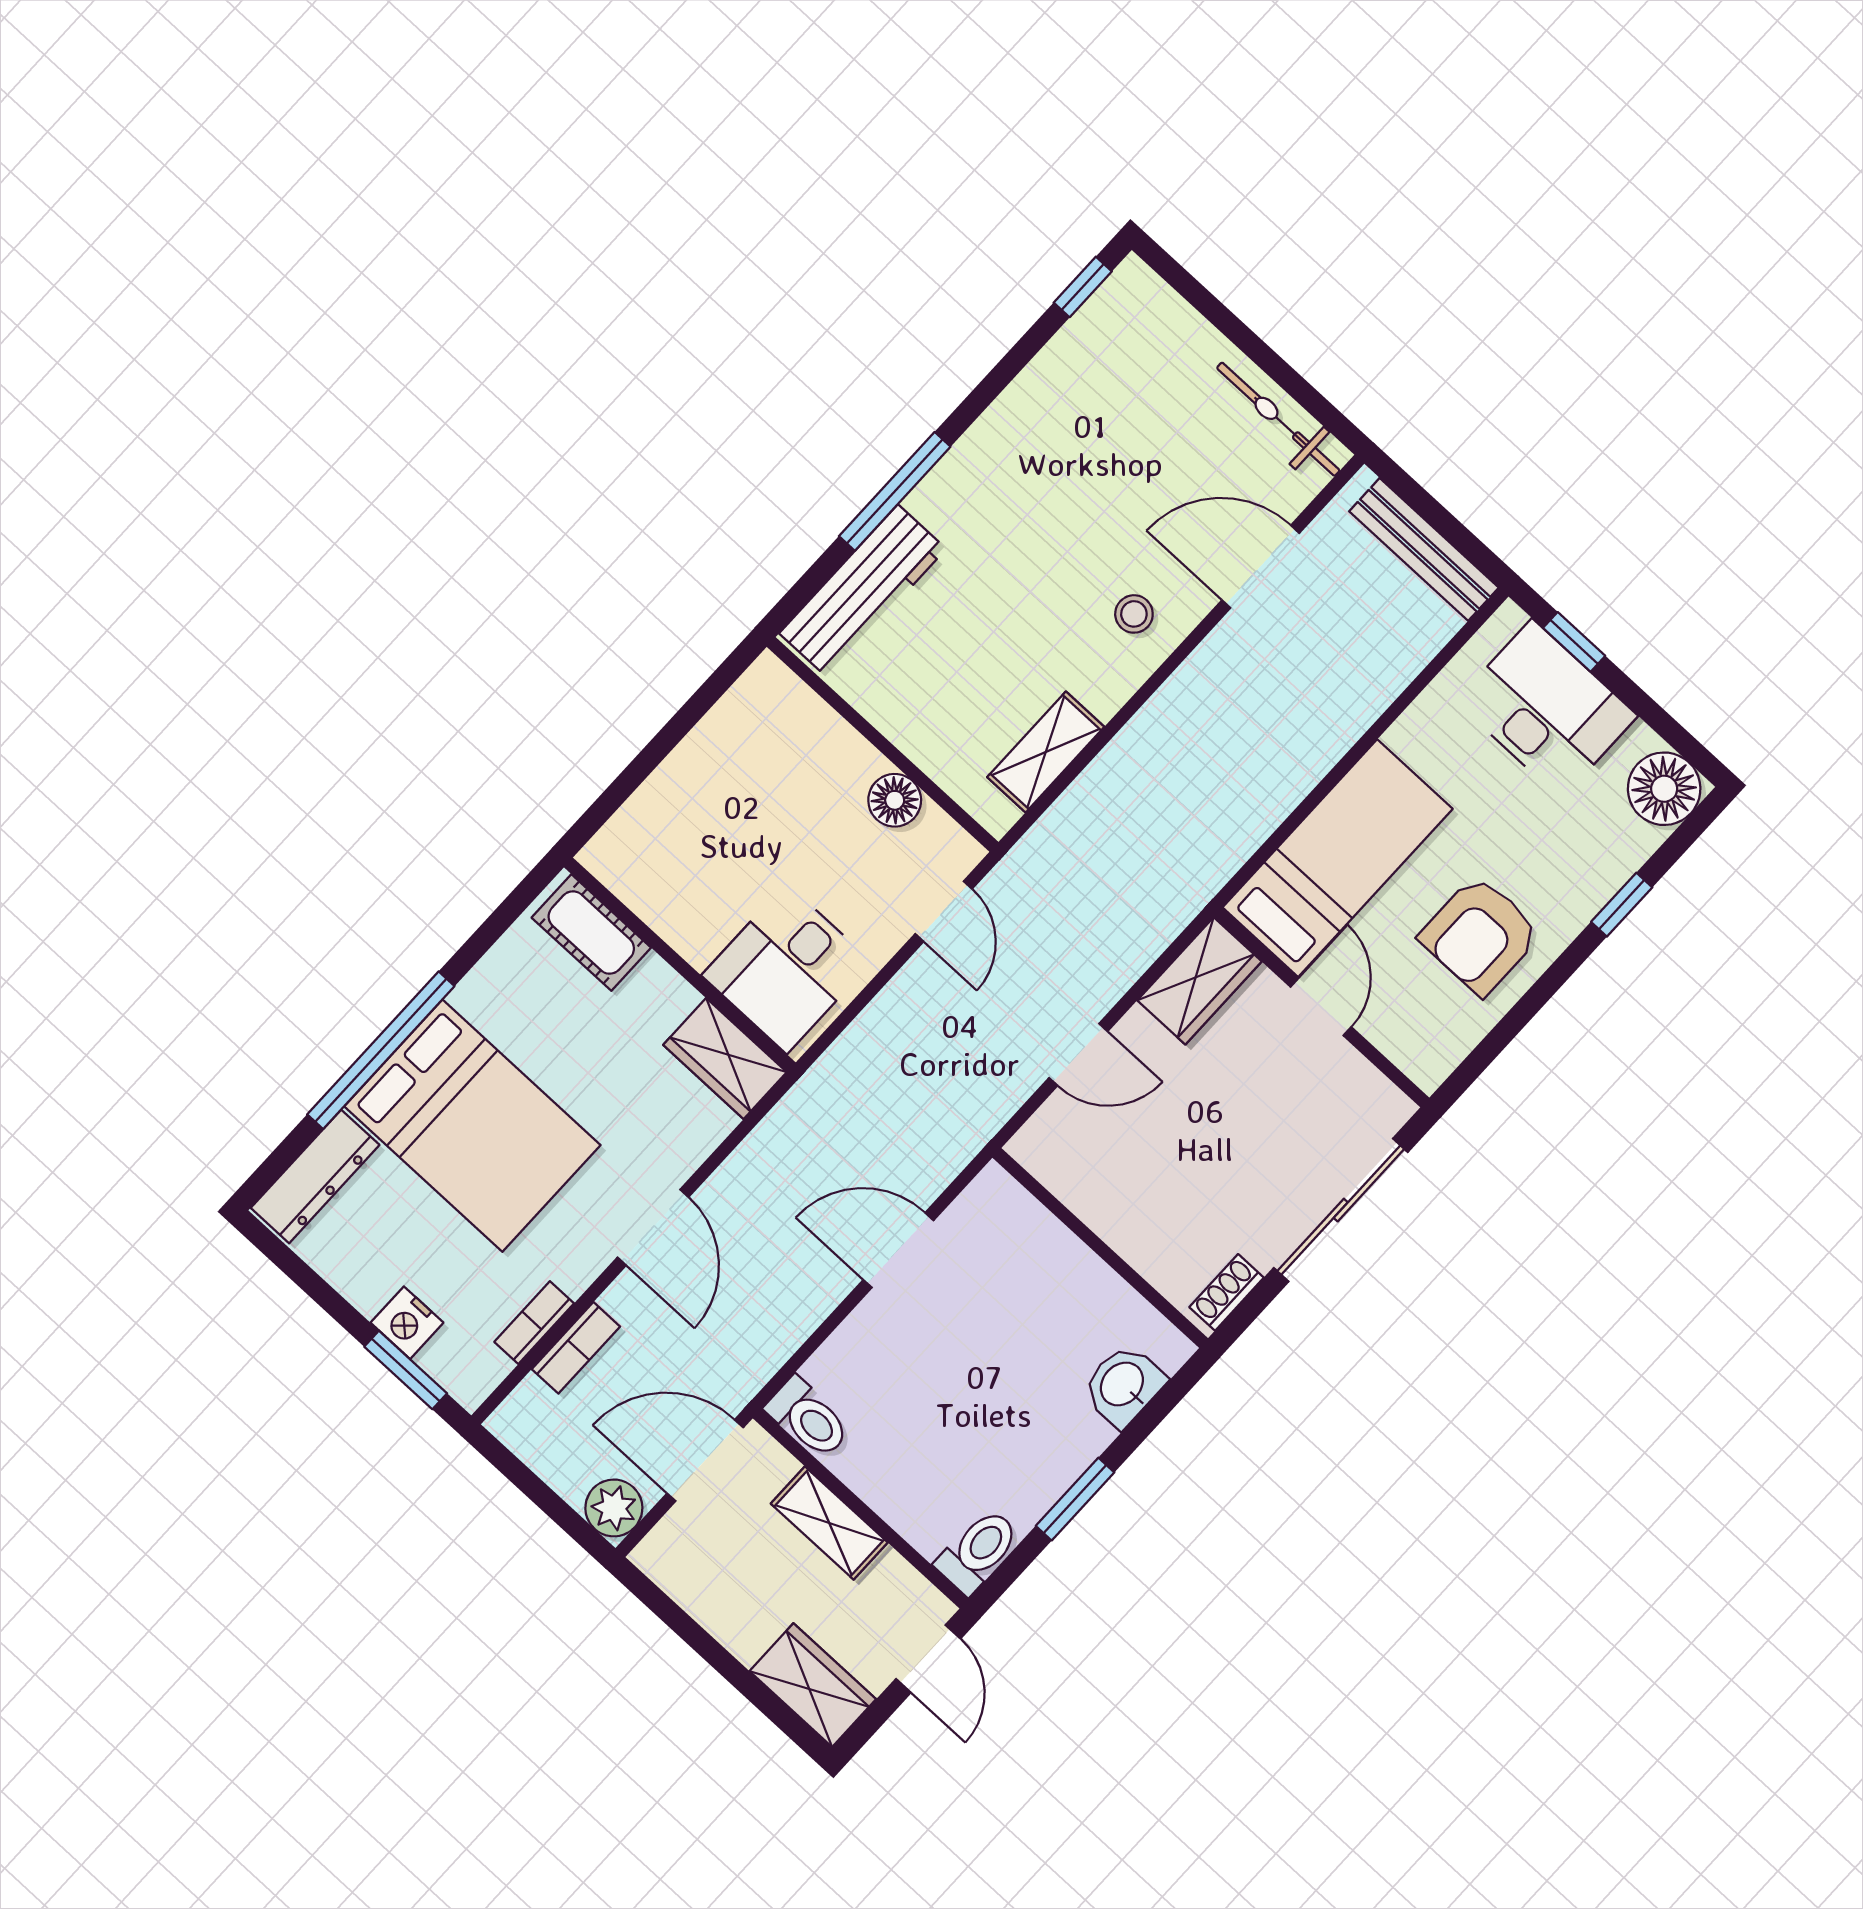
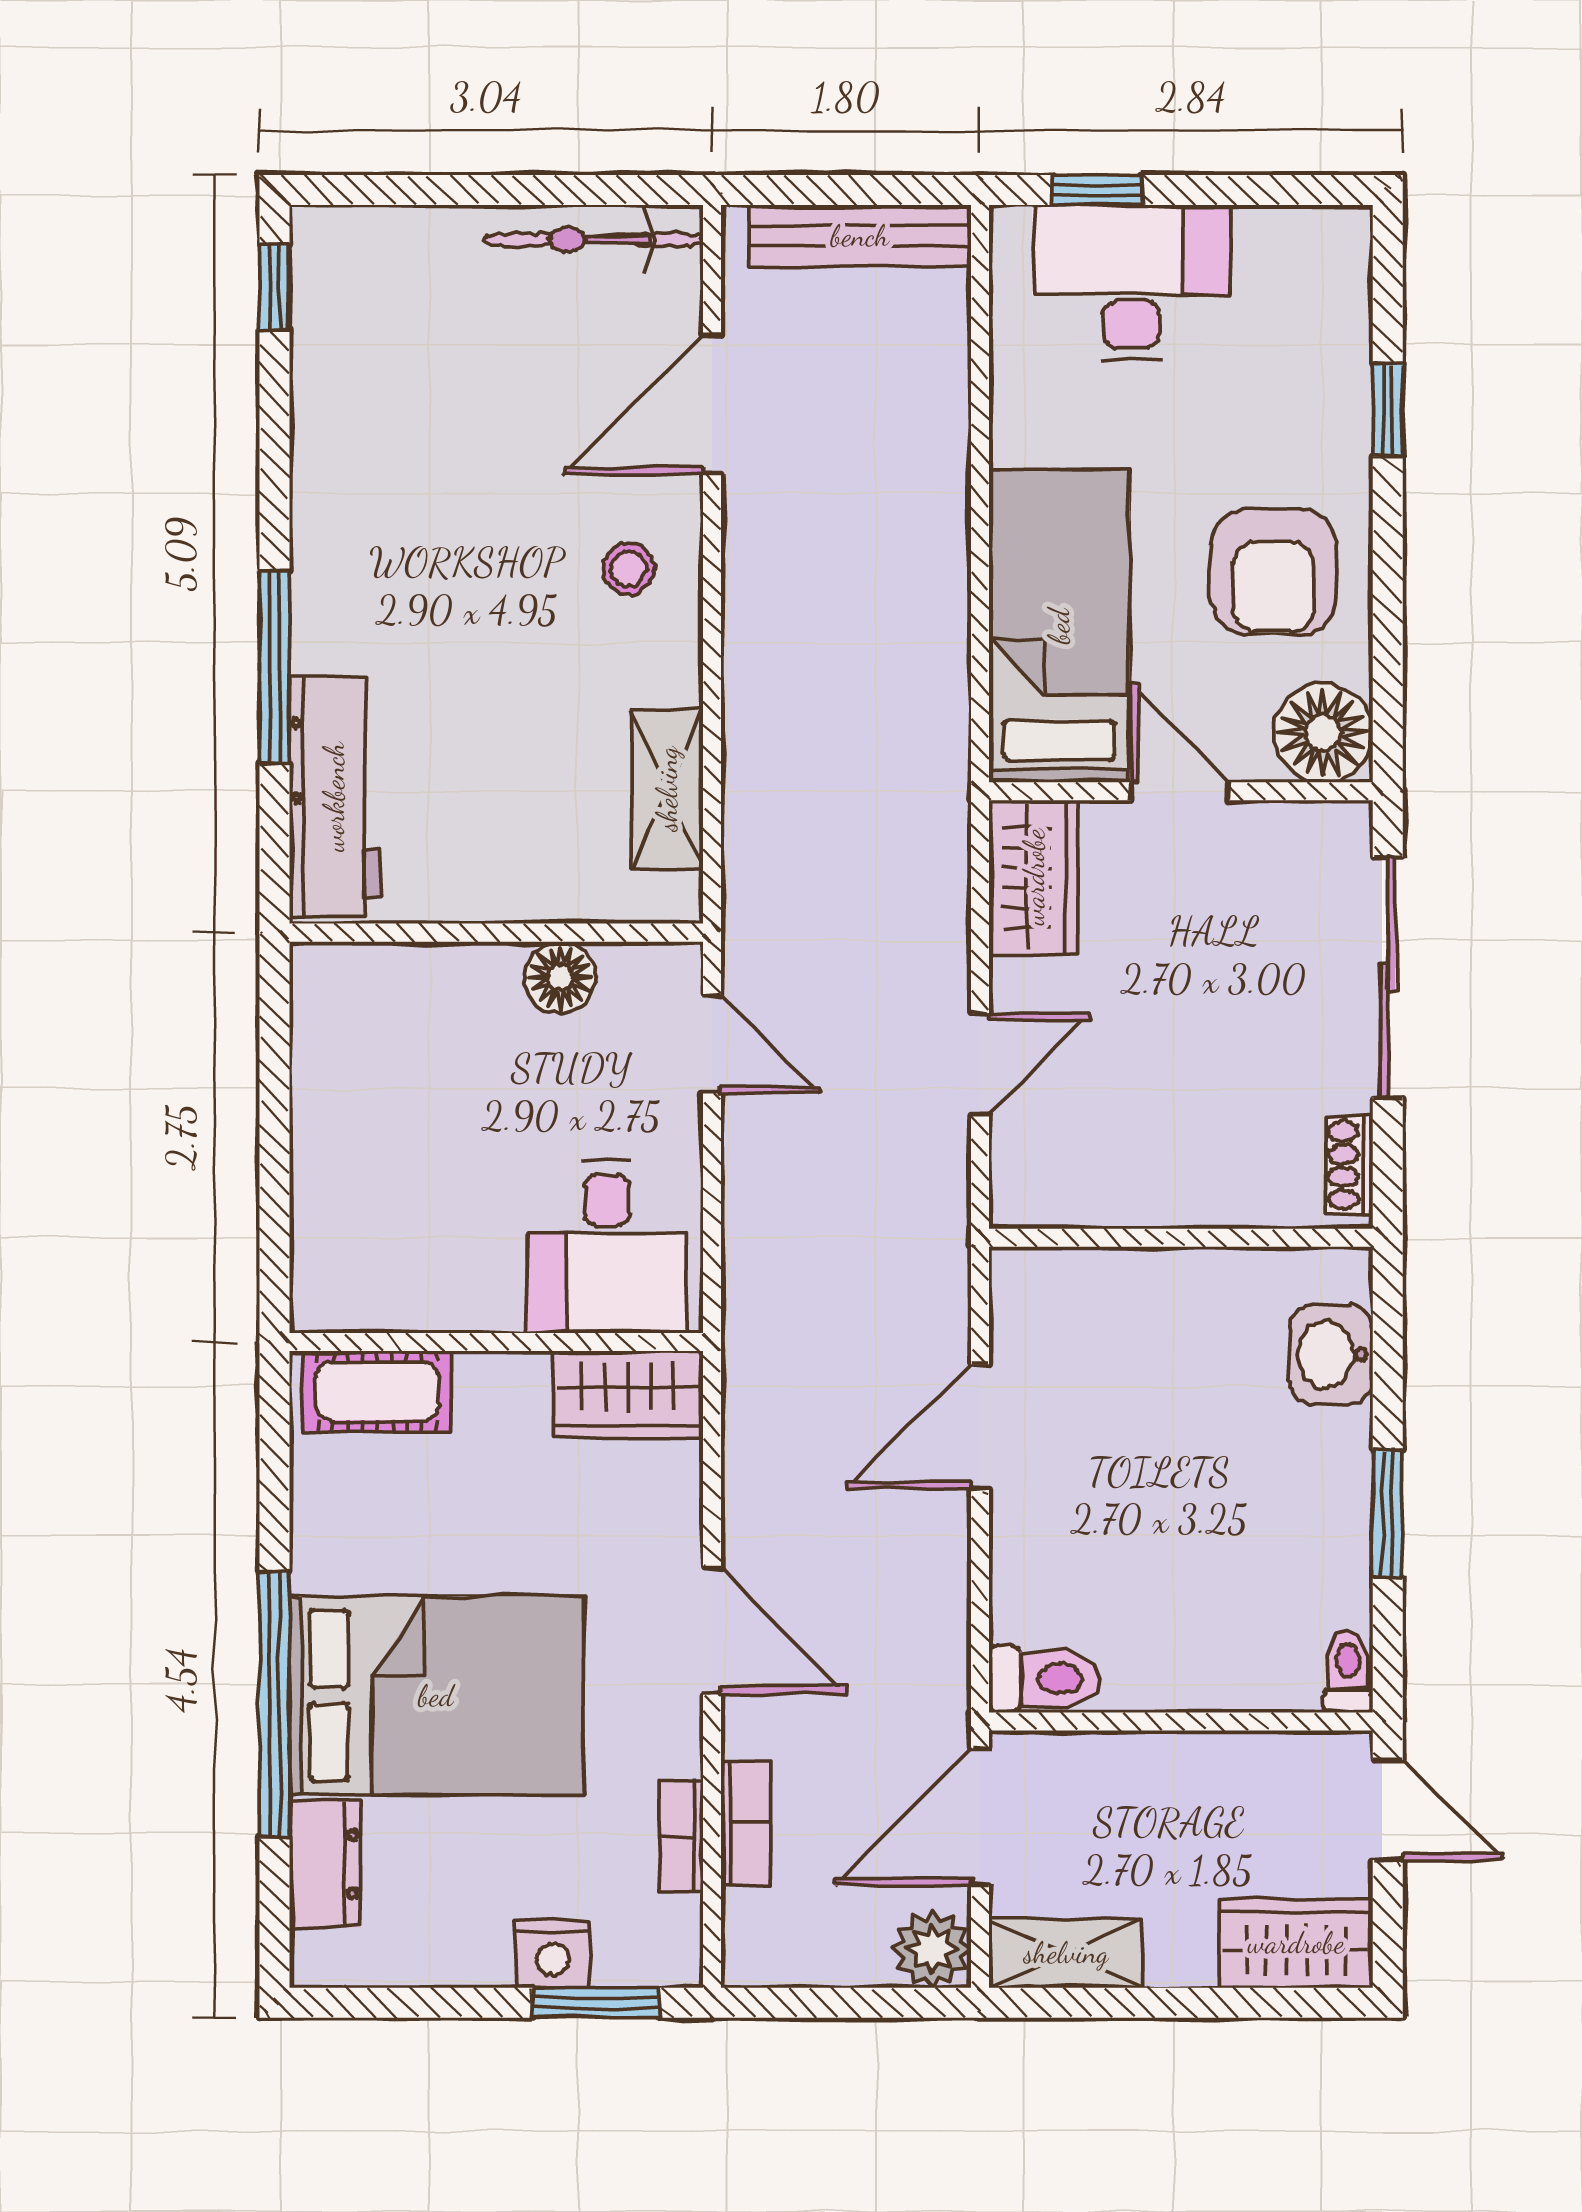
floor lamp: (1664, 789) -> (1323, 733), moved
dresser: (315, 1176) -> (325, 1864), width x0.70
shelving: (829, 1523) -> (1066, 1953), moved
toilet: (978, 1551) -> (1348, 1672), width x0.73, depth x0.72

